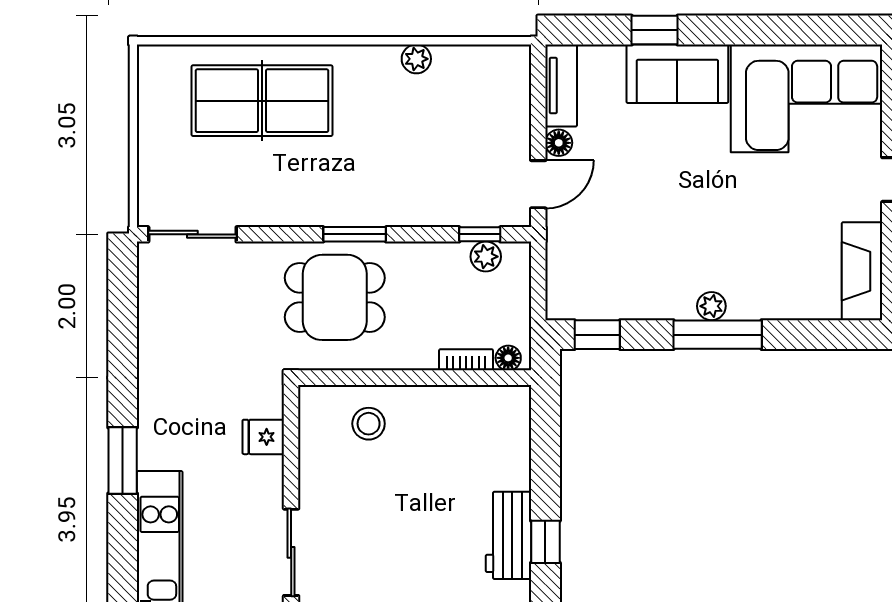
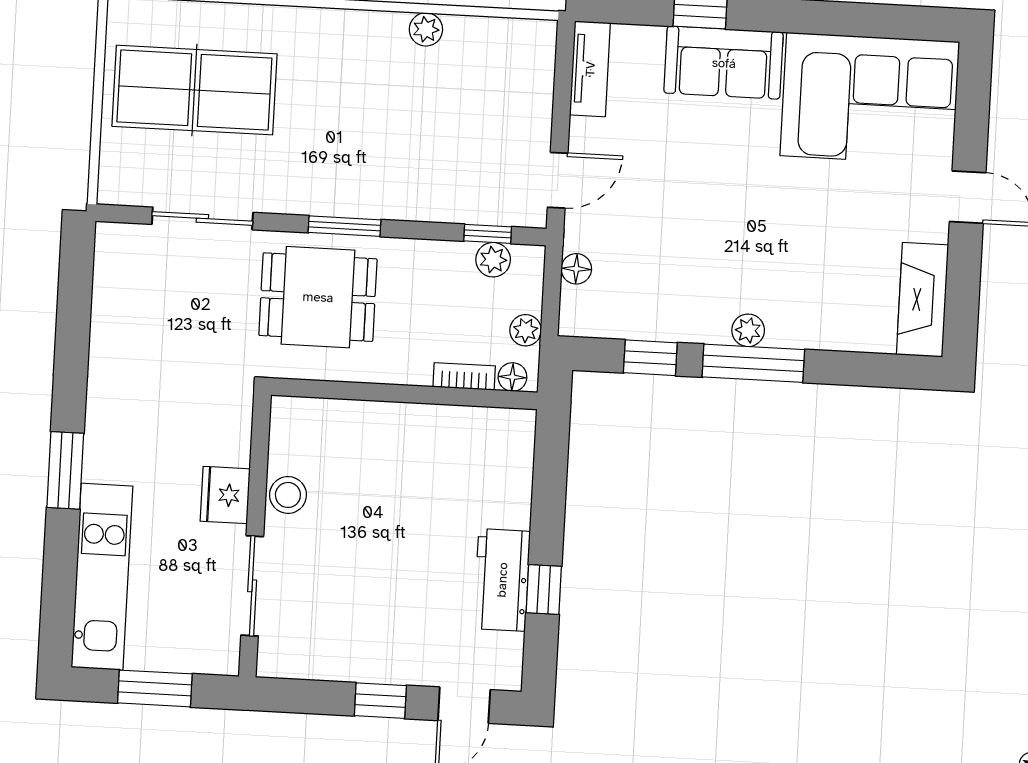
table tennis table: (262, 101) -> (194, 90), moved
floor lamp: (559, 143) -> (576, 269), moved
sliding door: (192, 234) -> (202, 218), moved
plant: (517, 317) -> (526, 330), added
window: (597, 335) -> (650, 358), moved
stool: (369, 424) -> (288, 495), moved
fridge: (263, 437) -> (225, 495), moved, width x1.38

